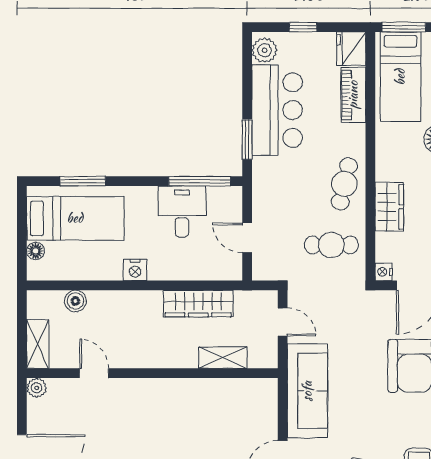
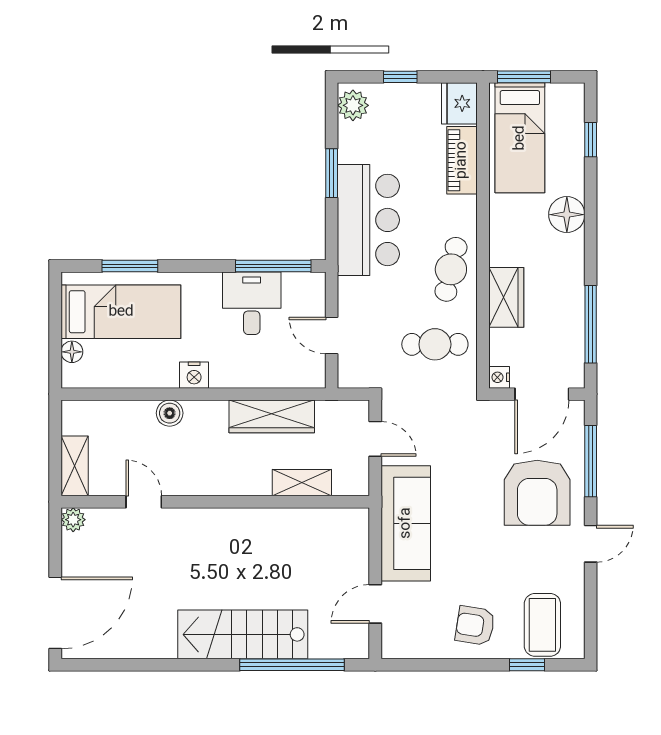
bar counter: (277, 110) -> (368, 220), moved
window: (247, 139) -> (332, 173), moved
boiler: (75, 301) -> (170, 413), moved

